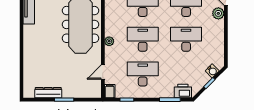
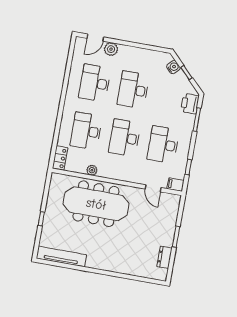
plant: (109, 41) -> (92, 170), moved
dresser: (48, 93) -> (164, 257), width x0.70

